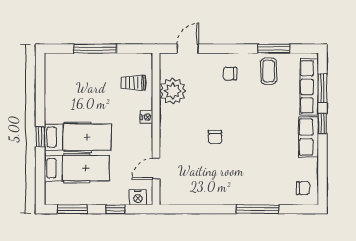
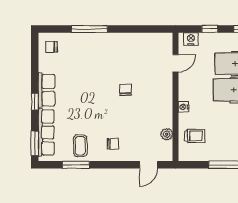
window: (322, 88) -> (35, 143), moved
plant: (173, 91) -> (167, 134), width x0.53, depth x0.53

